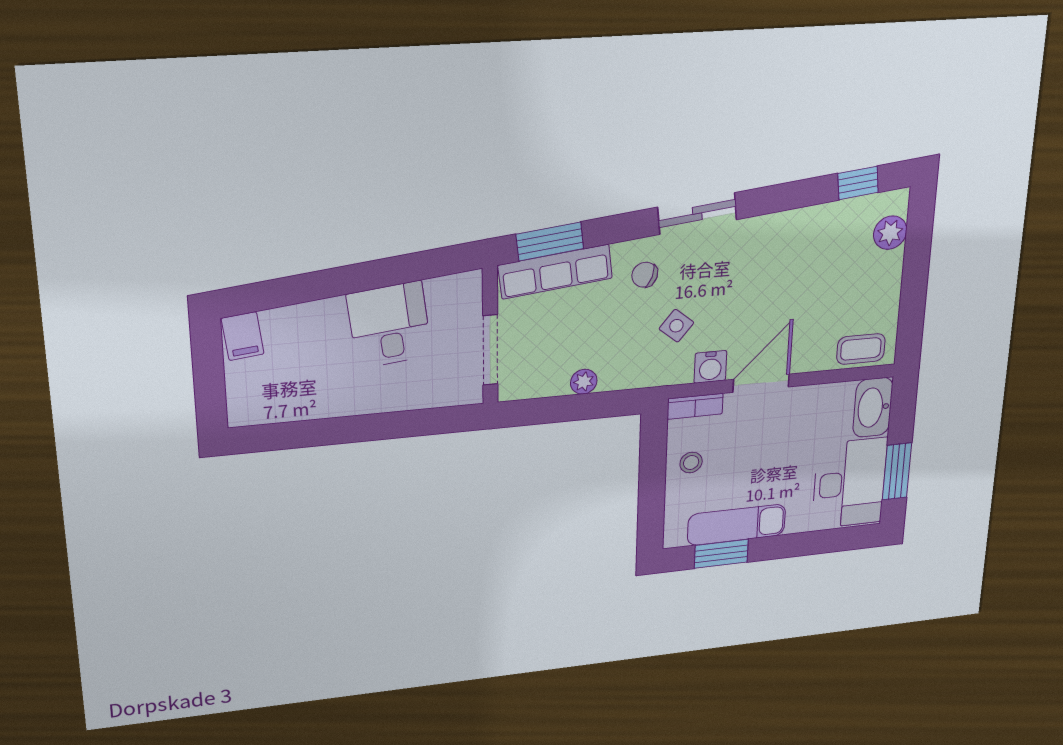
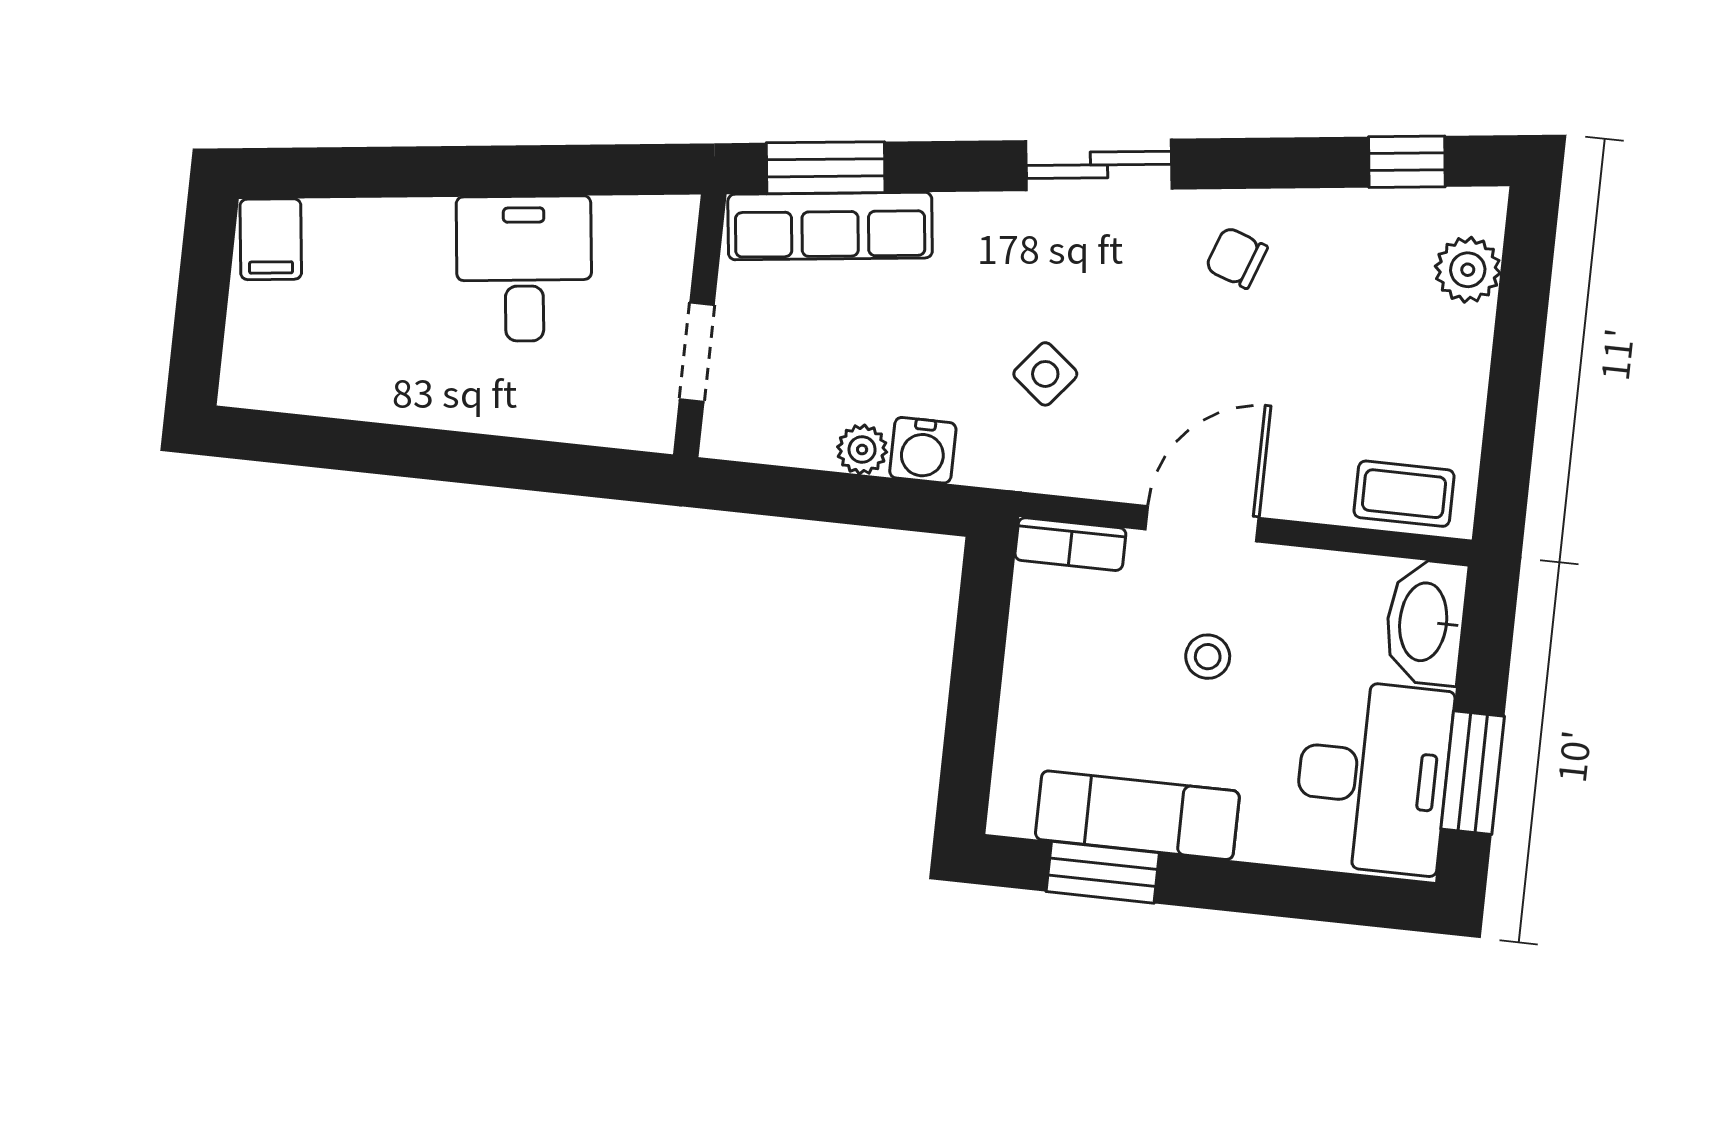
chair: (645, 275) -> (1236, 258), moved
doorway: (490, 350) -> (697, 352), width x0.73
water cooler: (710, 367) -> (923, 450), moved
stool: (691, 463) -> (1208, 657), moved

